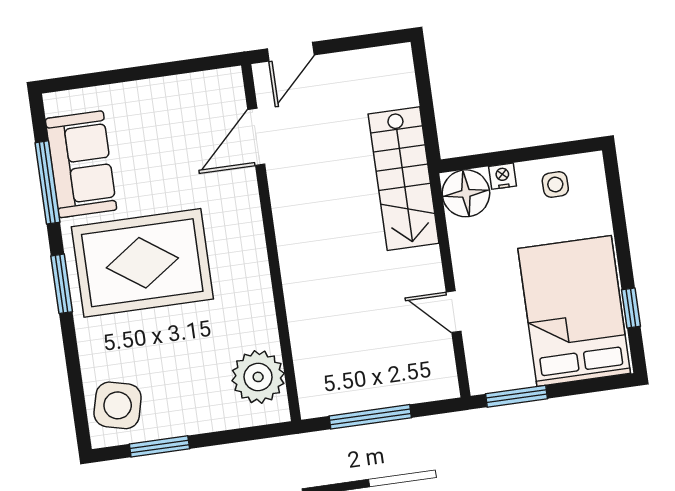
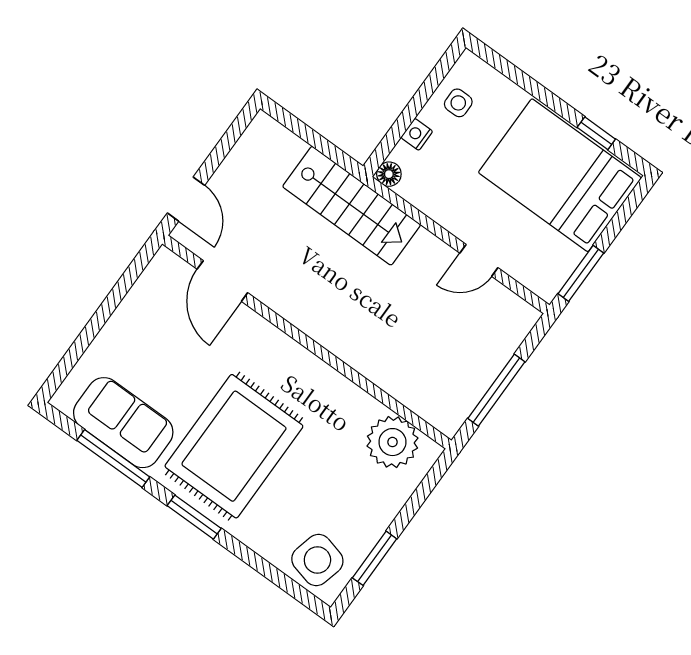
floor lamp: (466, 193) -> (389, 174), width x0.53, depth x0.53

